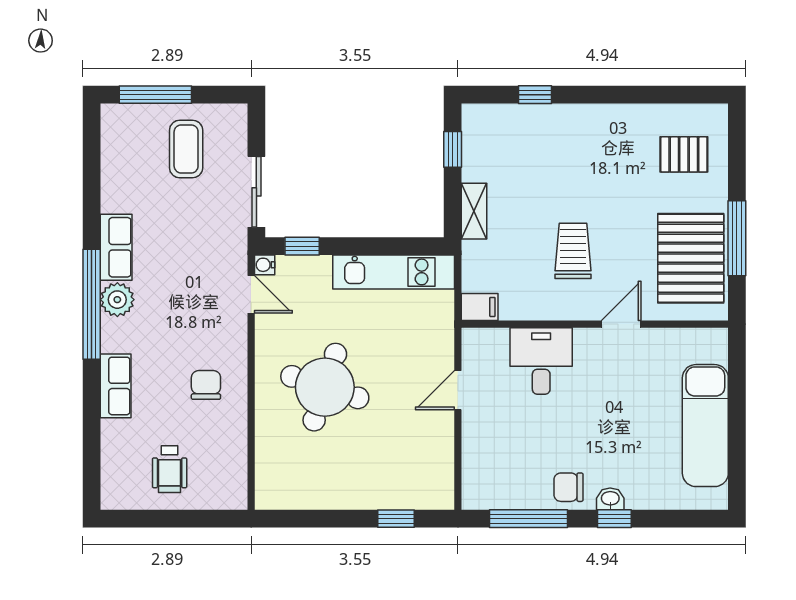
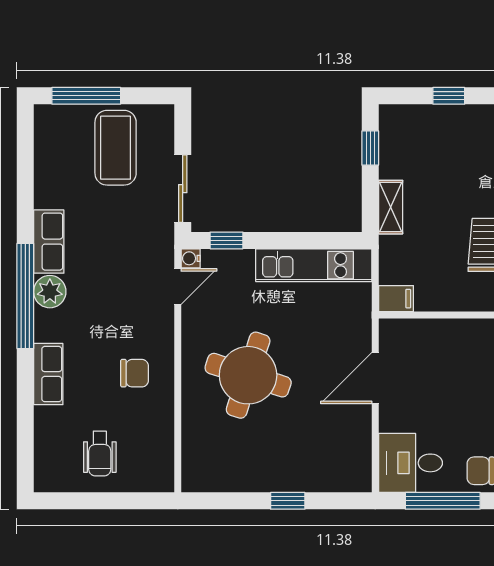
coffee table: (186, 149) -> (116, 148), width x1.36, depth x1.32
door: (251, 294) -> (178, 287), hinge flipped
desk: (541, 361) -> (411, 463), moved, turned -90
chair: (206, 385) -> (135, 373), turned 90
door: (458, 390) -> (375, 378), width x1.38
window: (396, 519) -> (288, 501), moved

